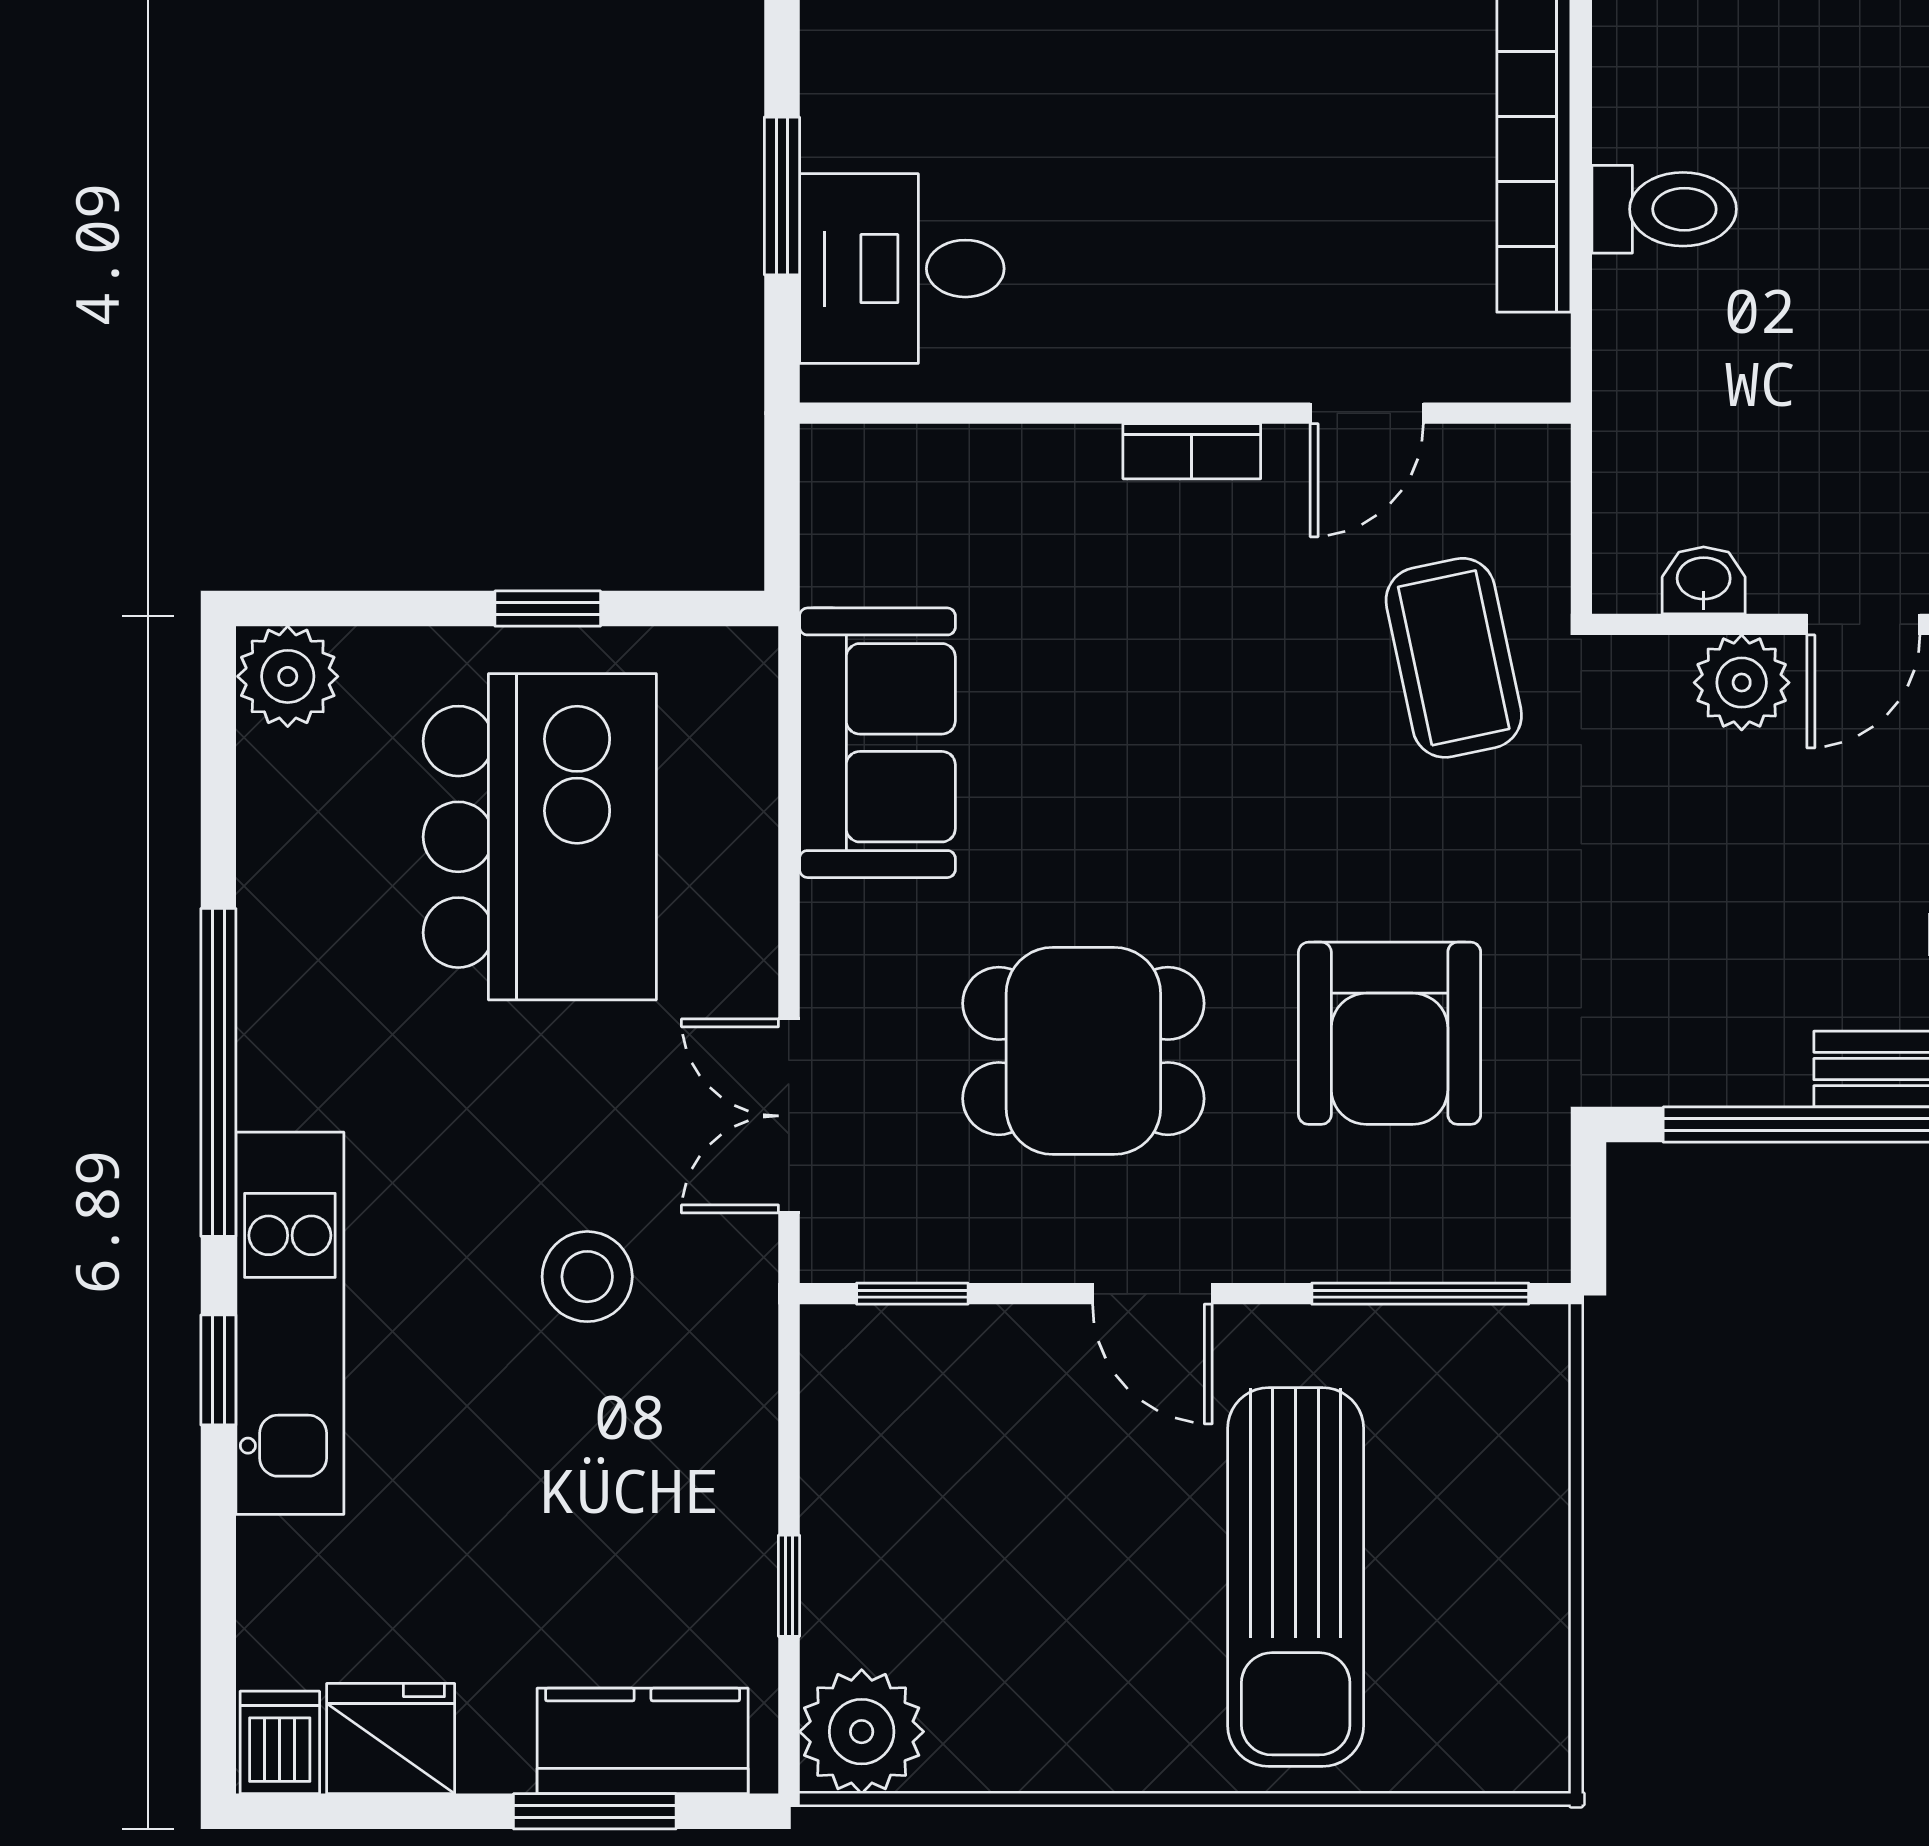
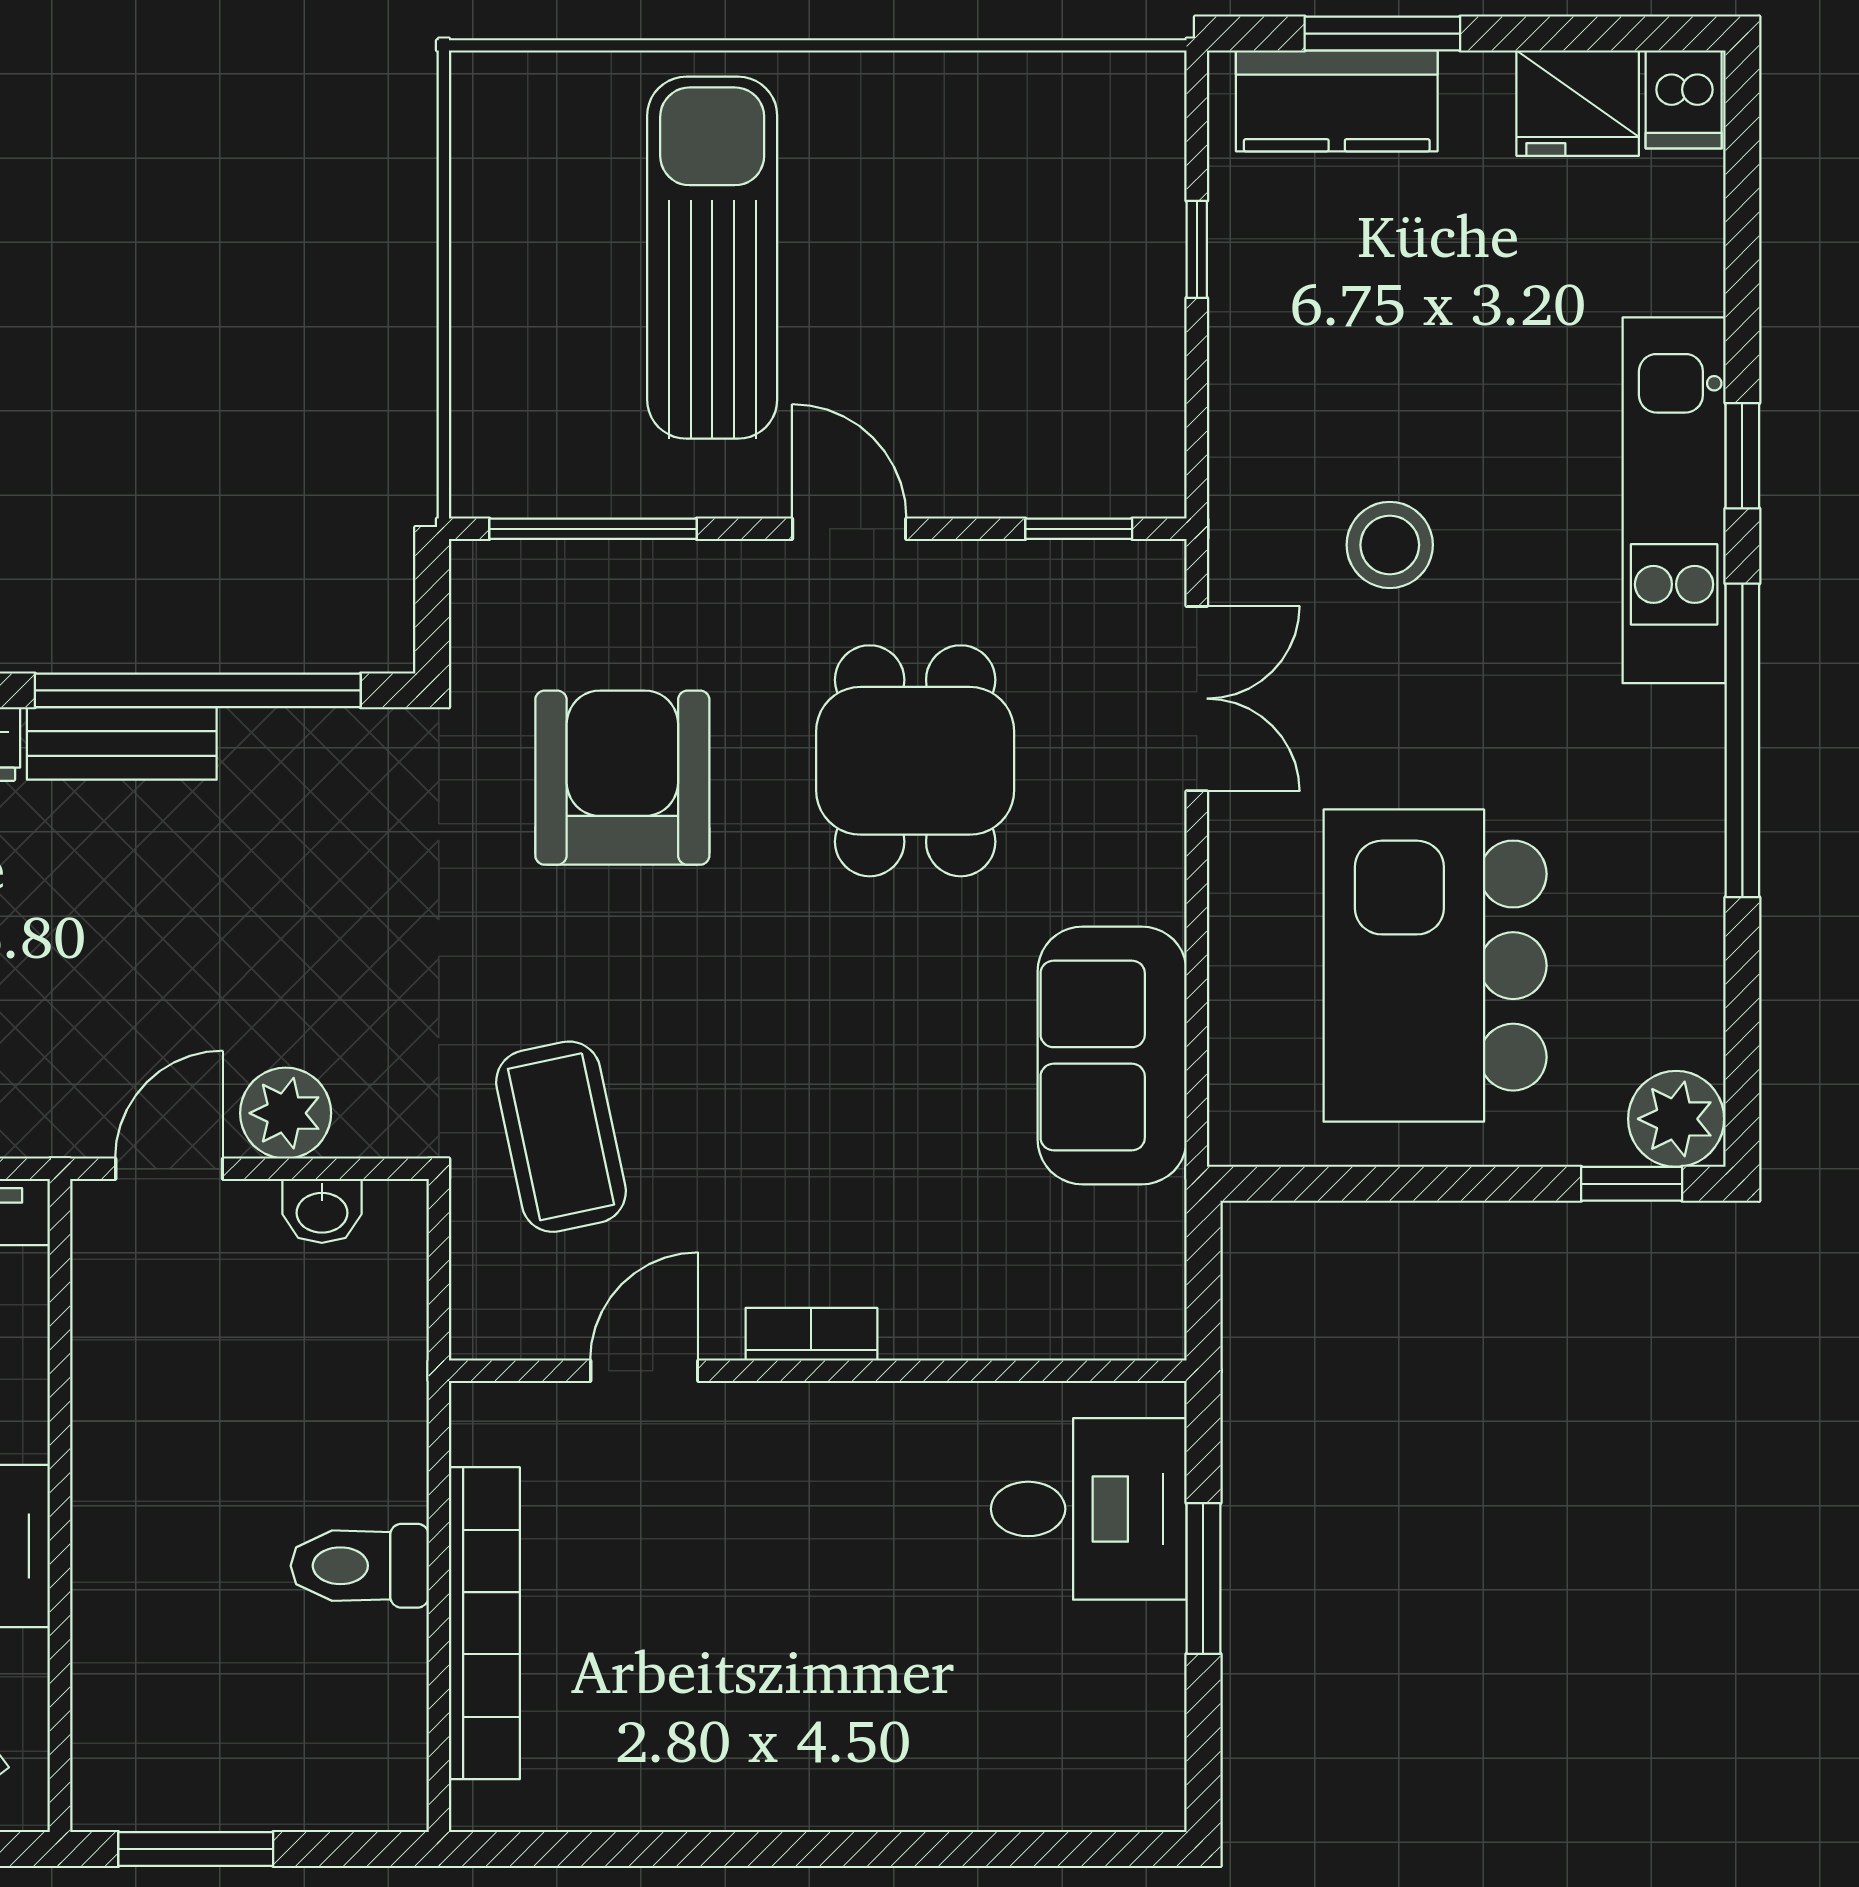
window: (548, 609) -> (1632, 1184), moved
dining table: (1083, 1051) -> (915, 761), turned 90
plant: (862, 1732) -> (1127, 110), removed

